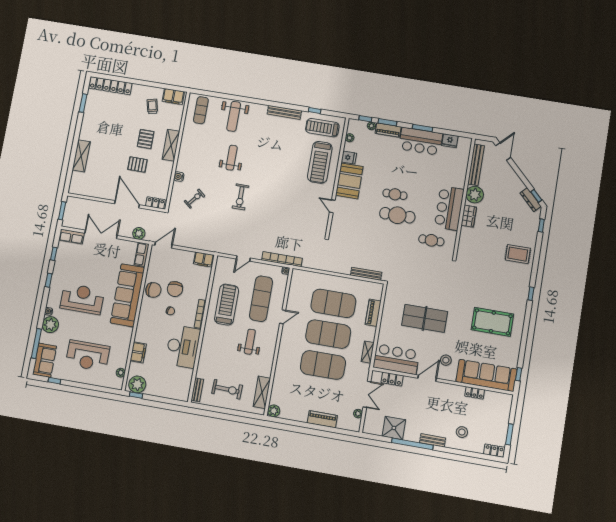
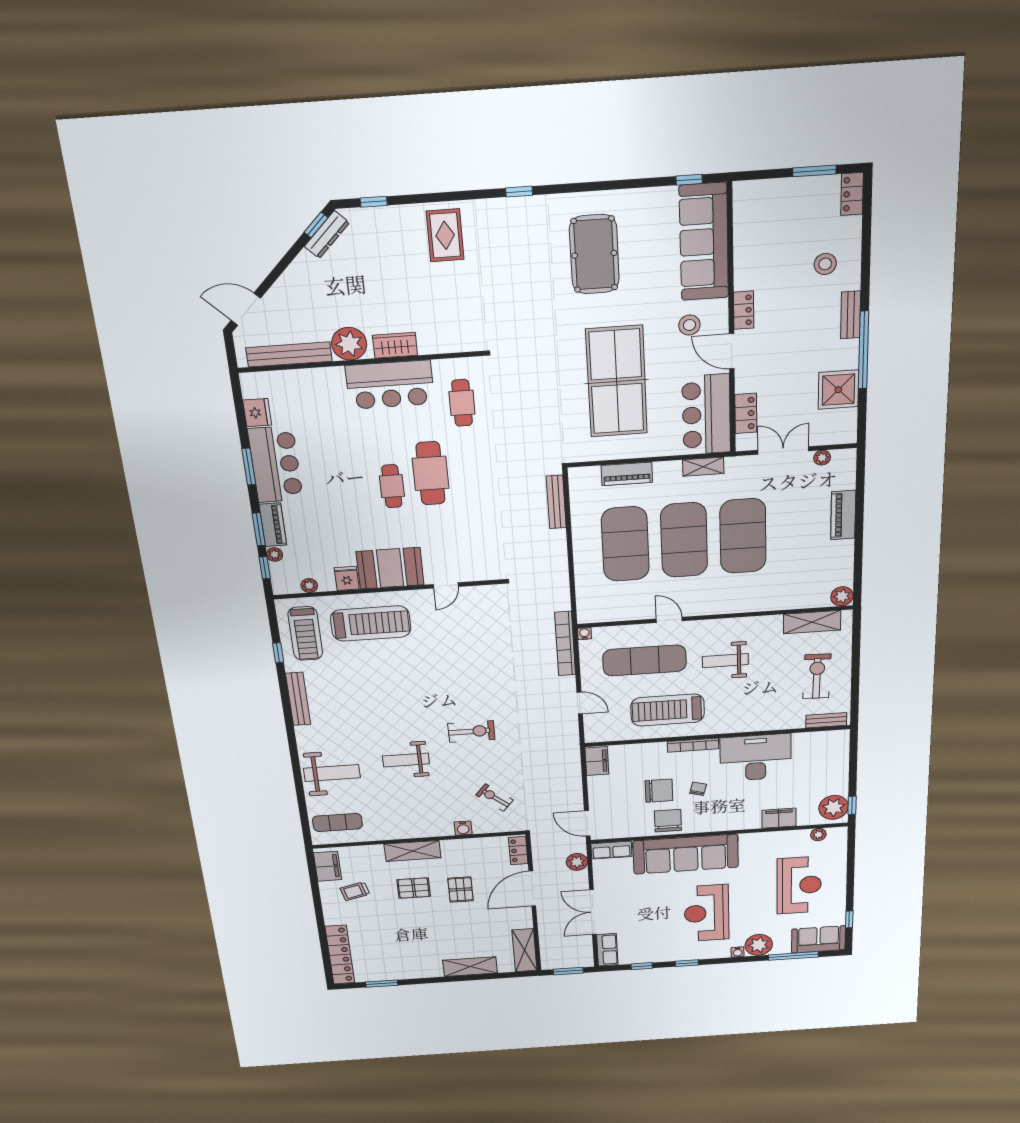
shelving: (84, 189) -> (524, 950), added
table tennis table: (425, 318) -> (617, 382), width x1.36, depth x1.32
locker: (475, 393) -> (744, 310), moved

